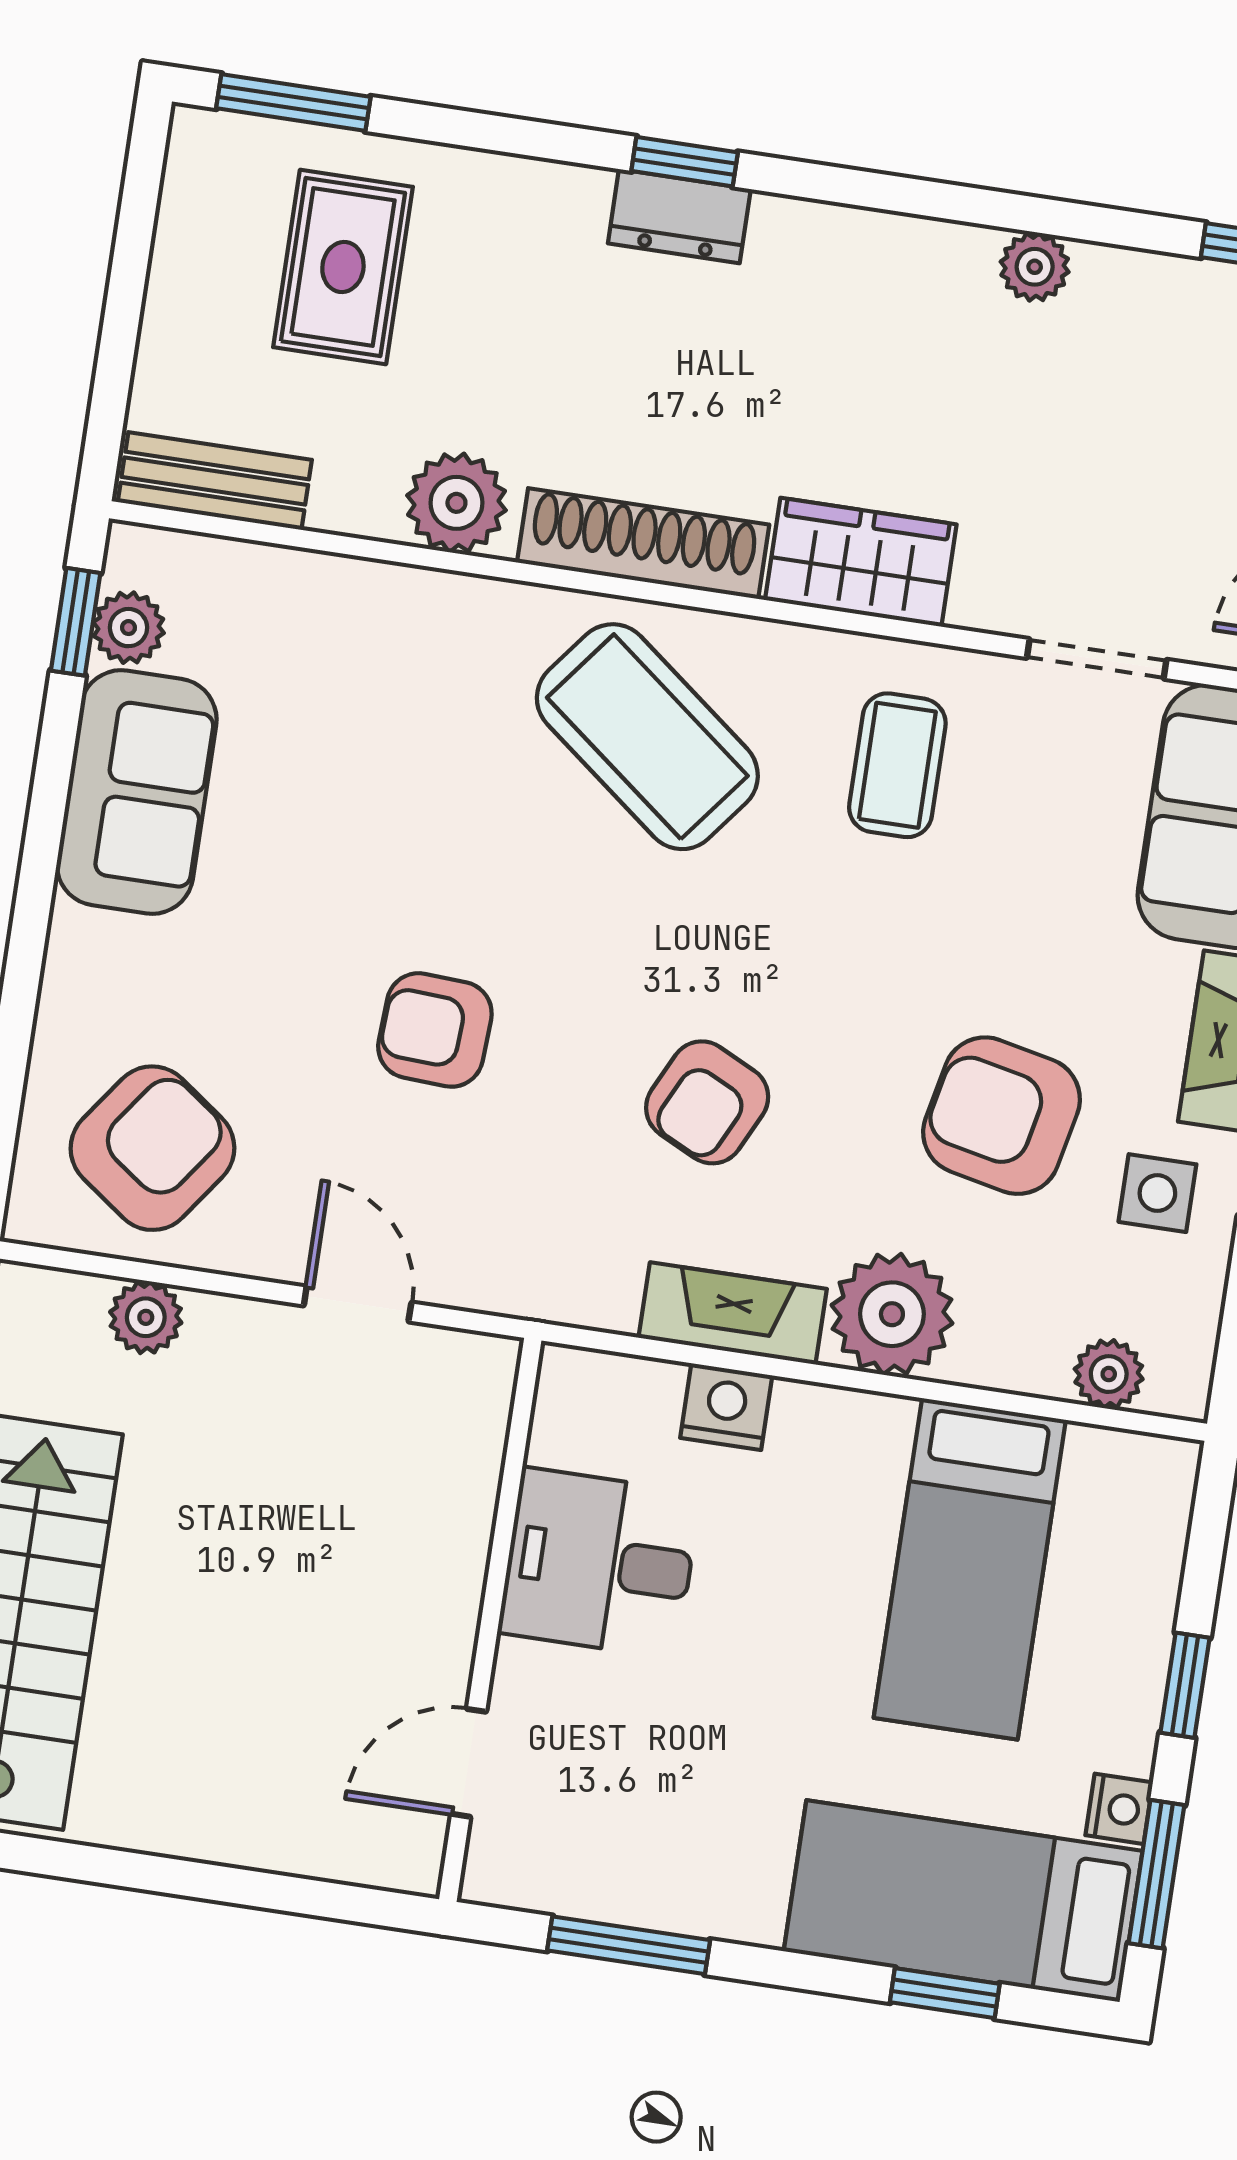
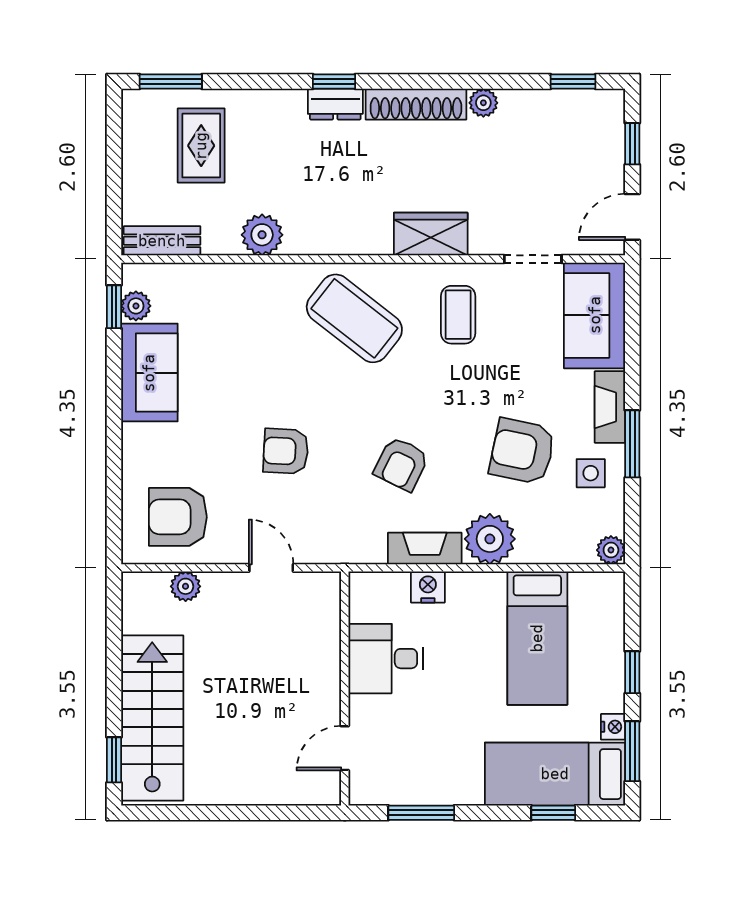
shoe rack: (643, 544) -> (416, 104), moved, turned 180
armchair: (152, 1148) -> (178, 517), turned -126
plant: (1109, 1374) -> (611, 550), moved

